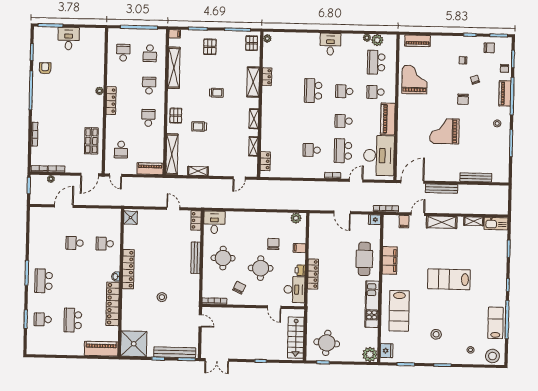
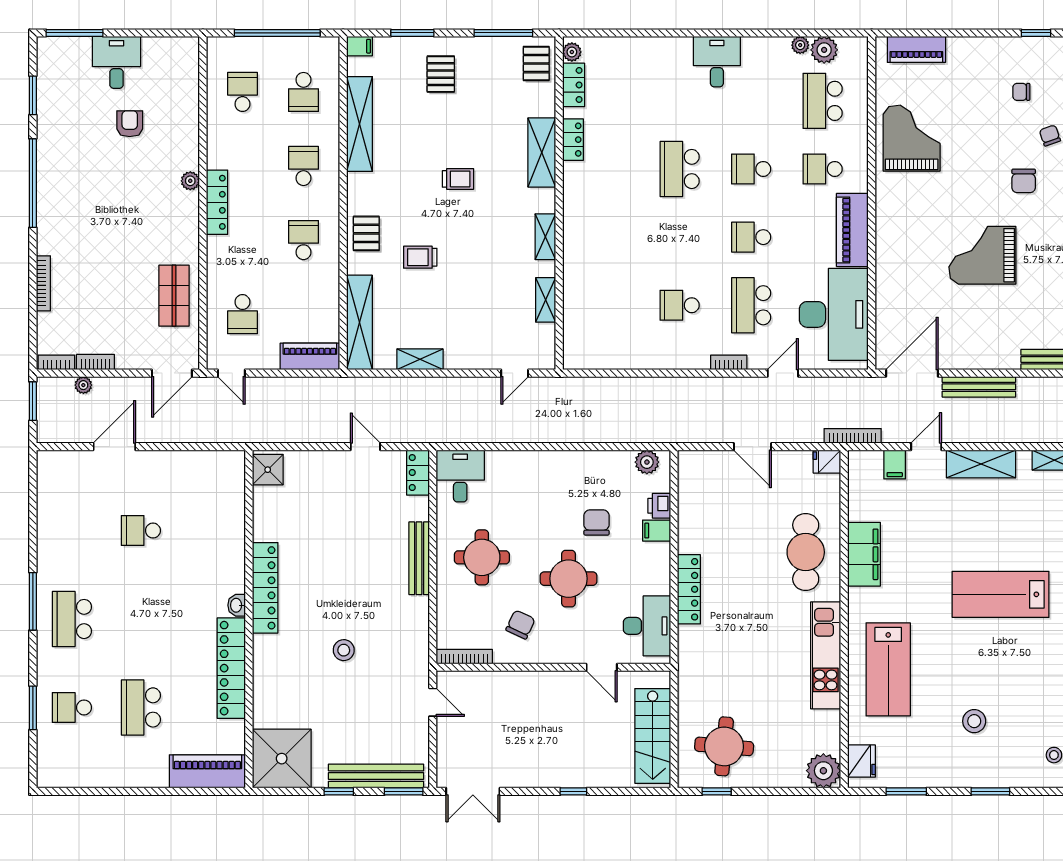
armchair: (45, 68) -> (130, 124), moved
locker: (265, 161) -> (574, 85), moved
school desk: (105, 244) -> (210, 531), removed
printer: (300, 270) -> (659, 506), moved

